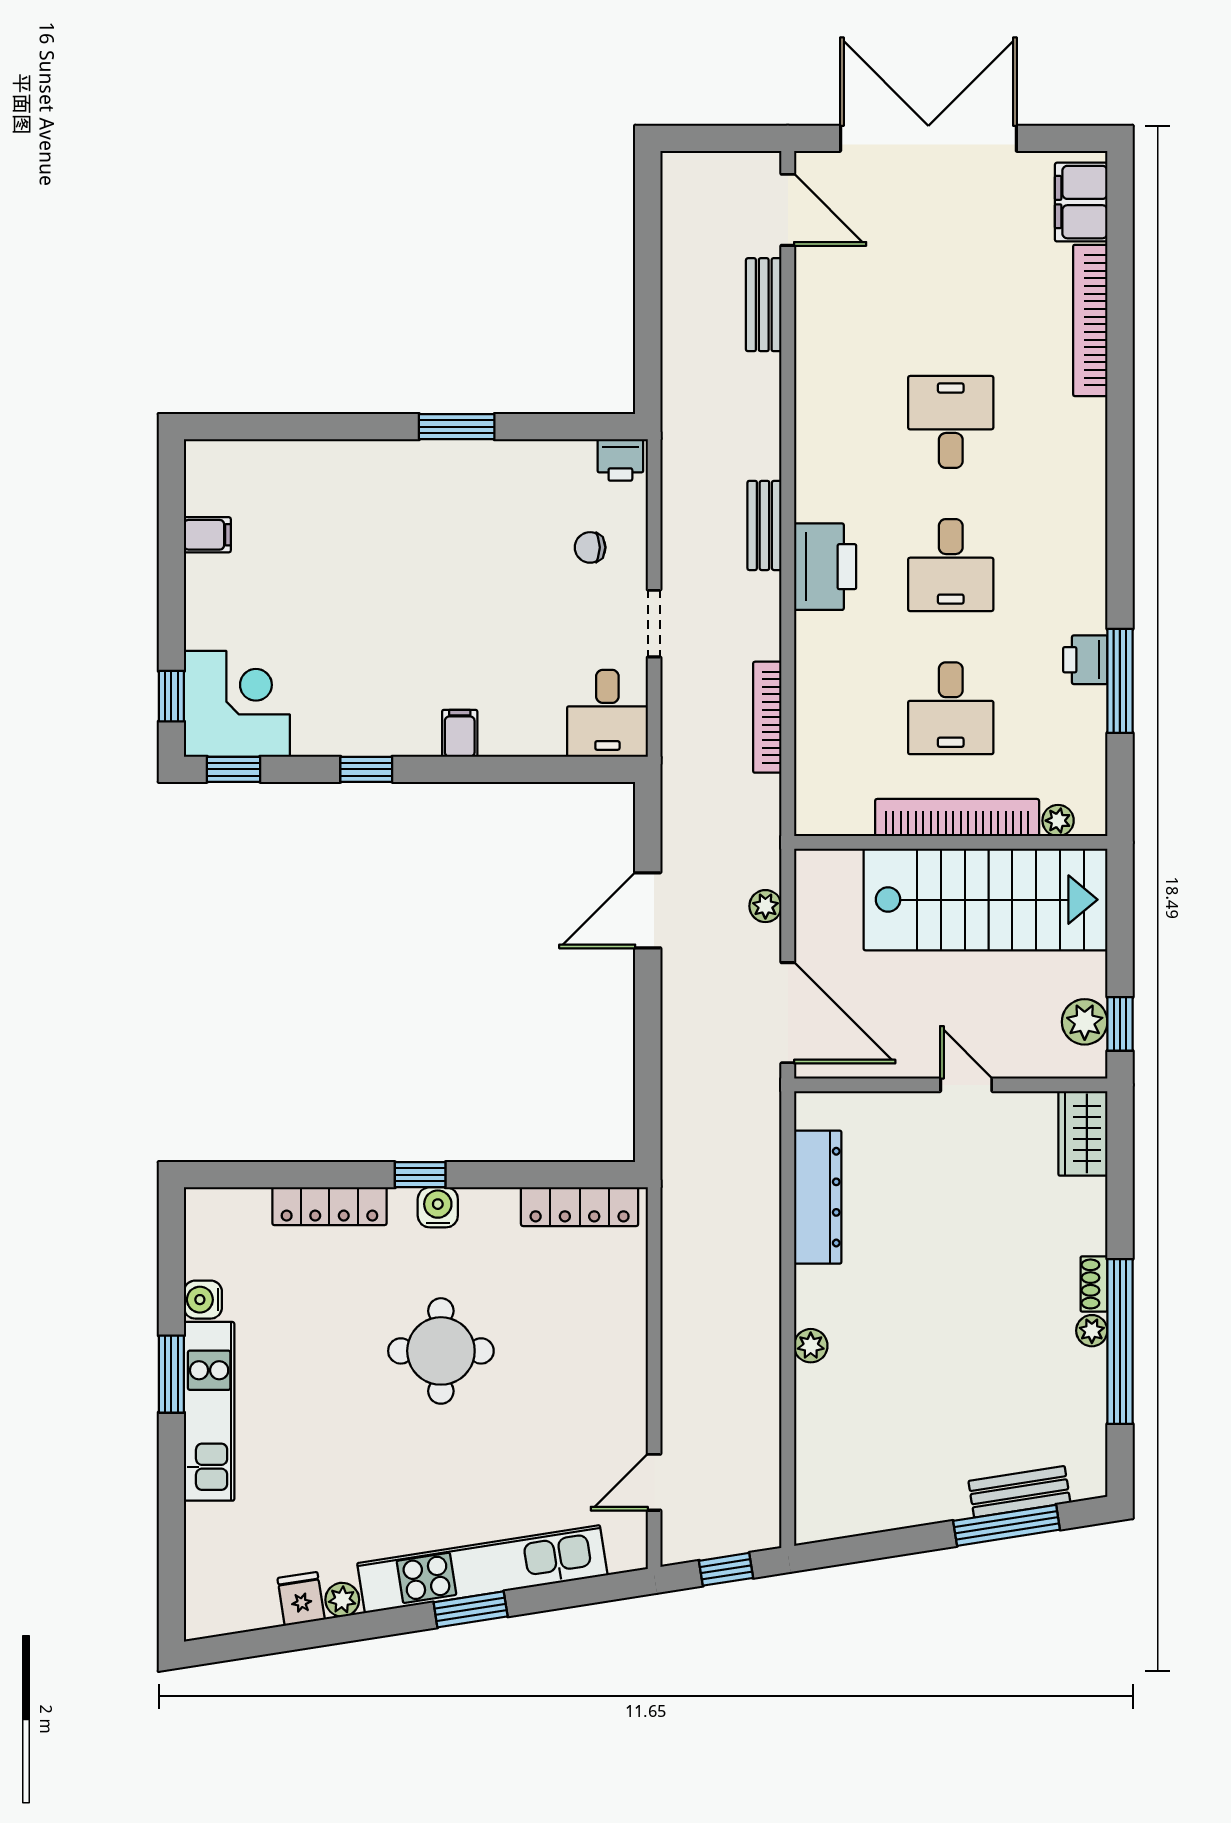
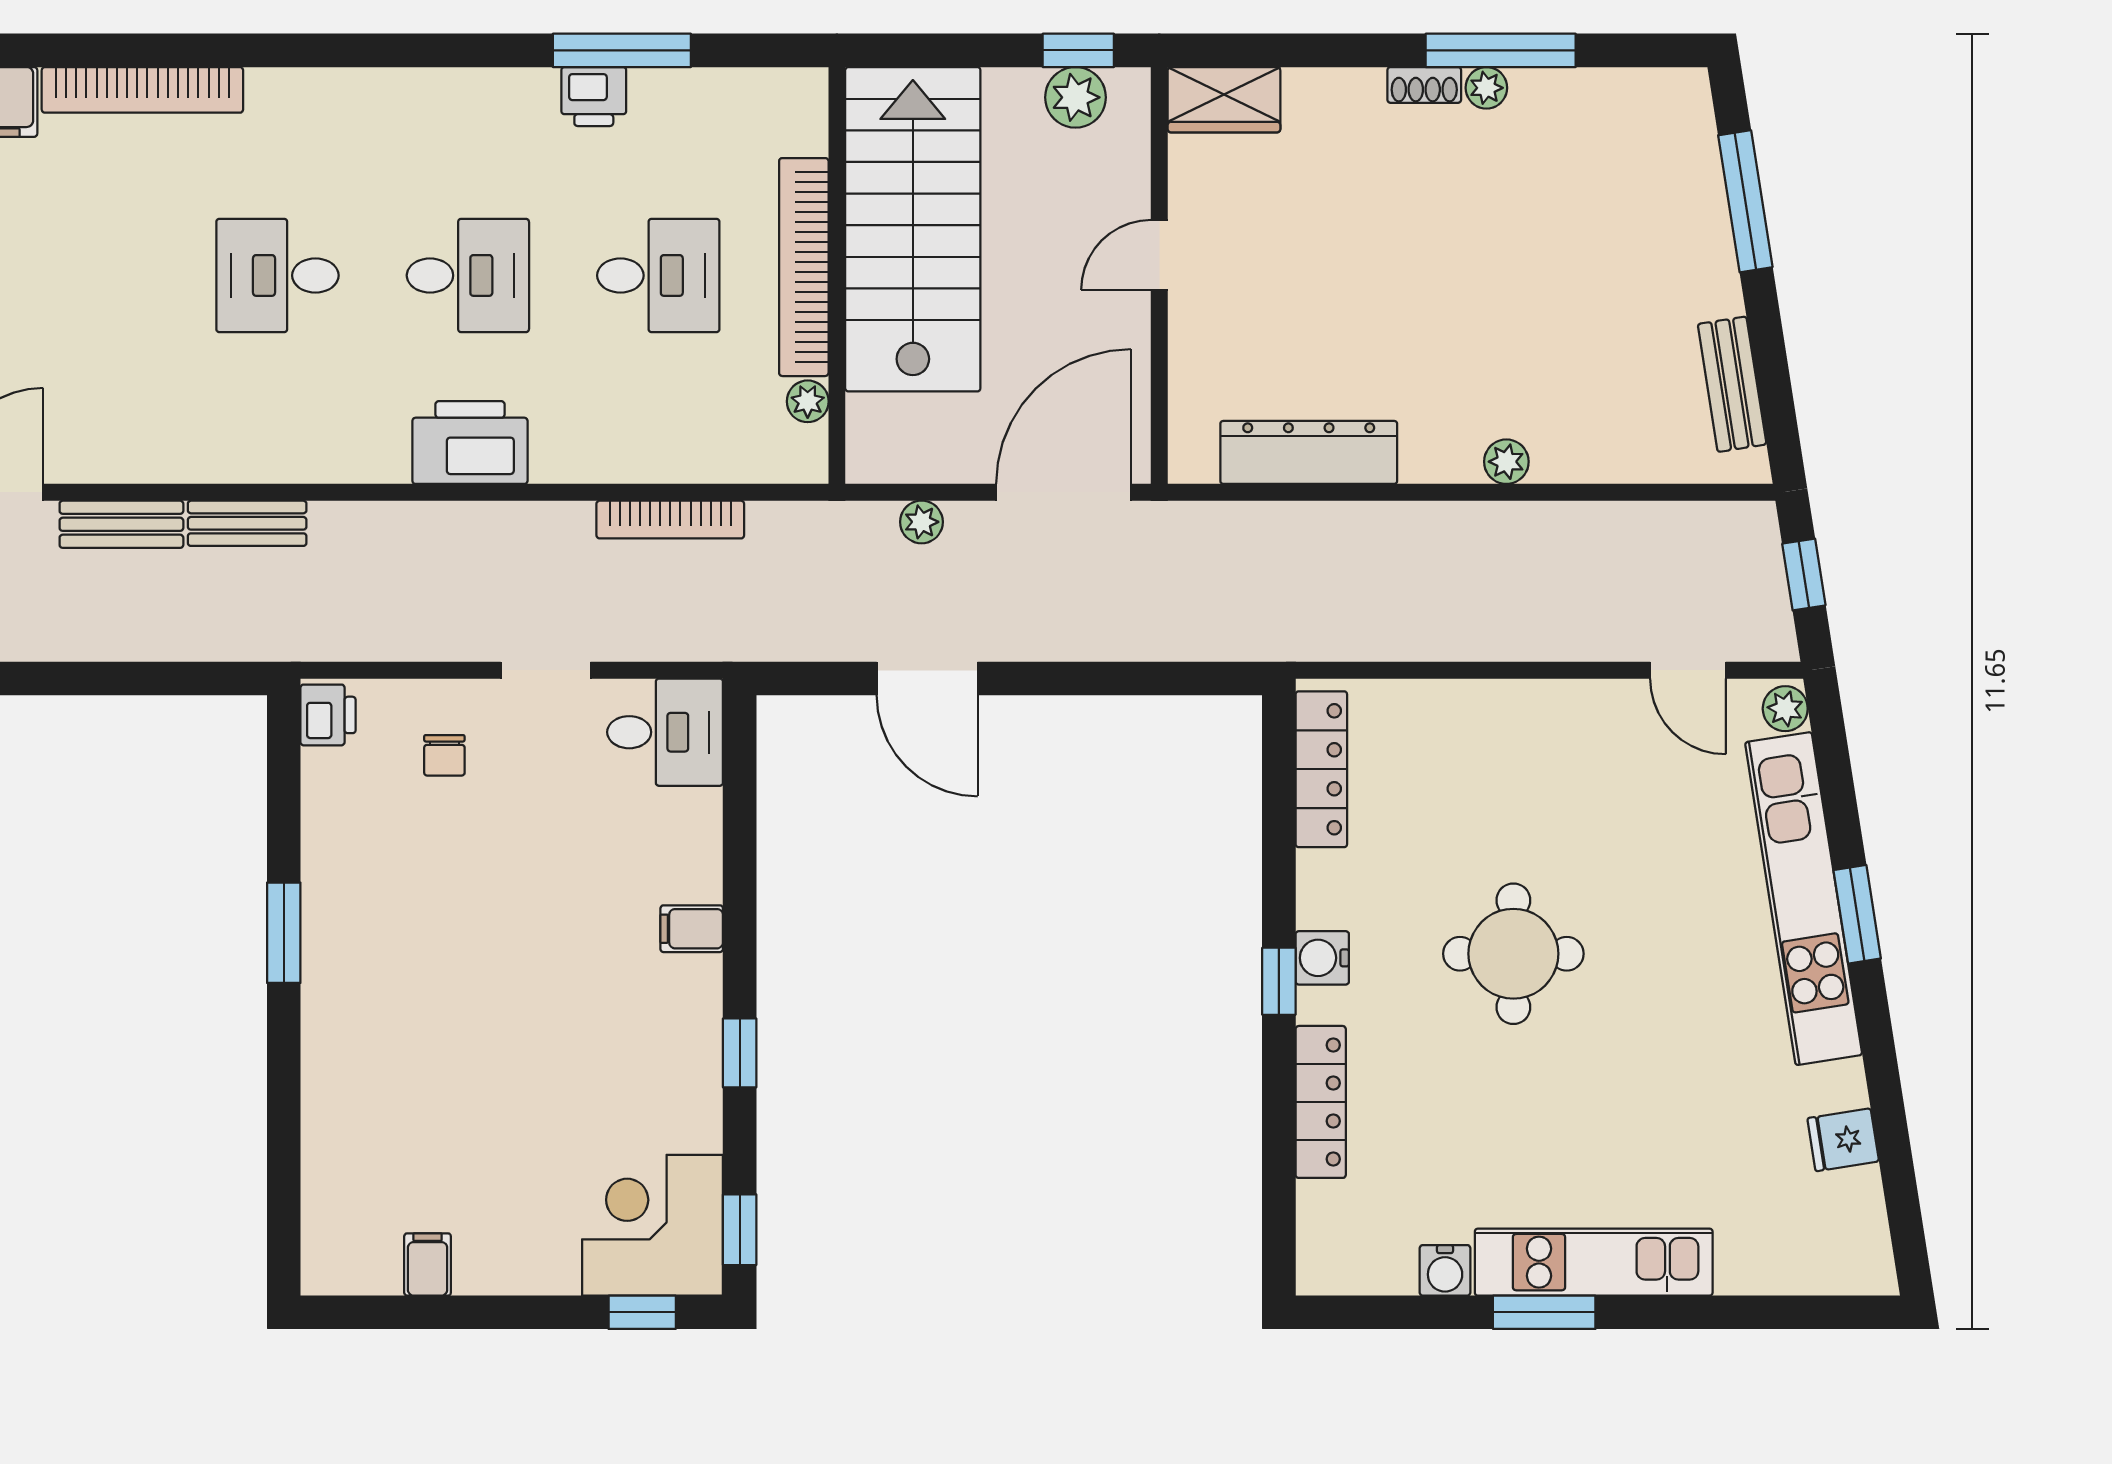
bench: (764, 525) -> (247, 523), moved
plant: (1058, 821) -> (808, 401), moved
window: (1120, 1341) -> (1501, 50), width x0.68
bench: (1019, 1492) -> (1732, 384), moved
plant: (342, 1600) -> (1785, 709), moved

